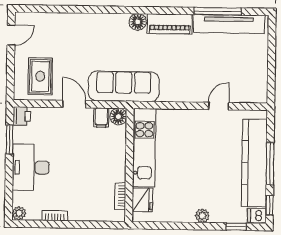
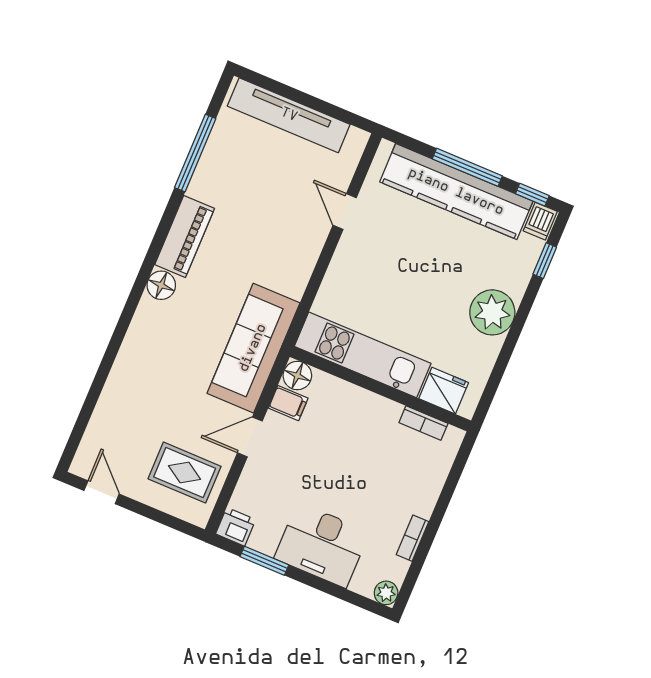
tv unit: (229, 24) -> (289, 115), moved, turned 90
plant: (202, 216) -> (492, 312), width x1.87, depth x1.87

